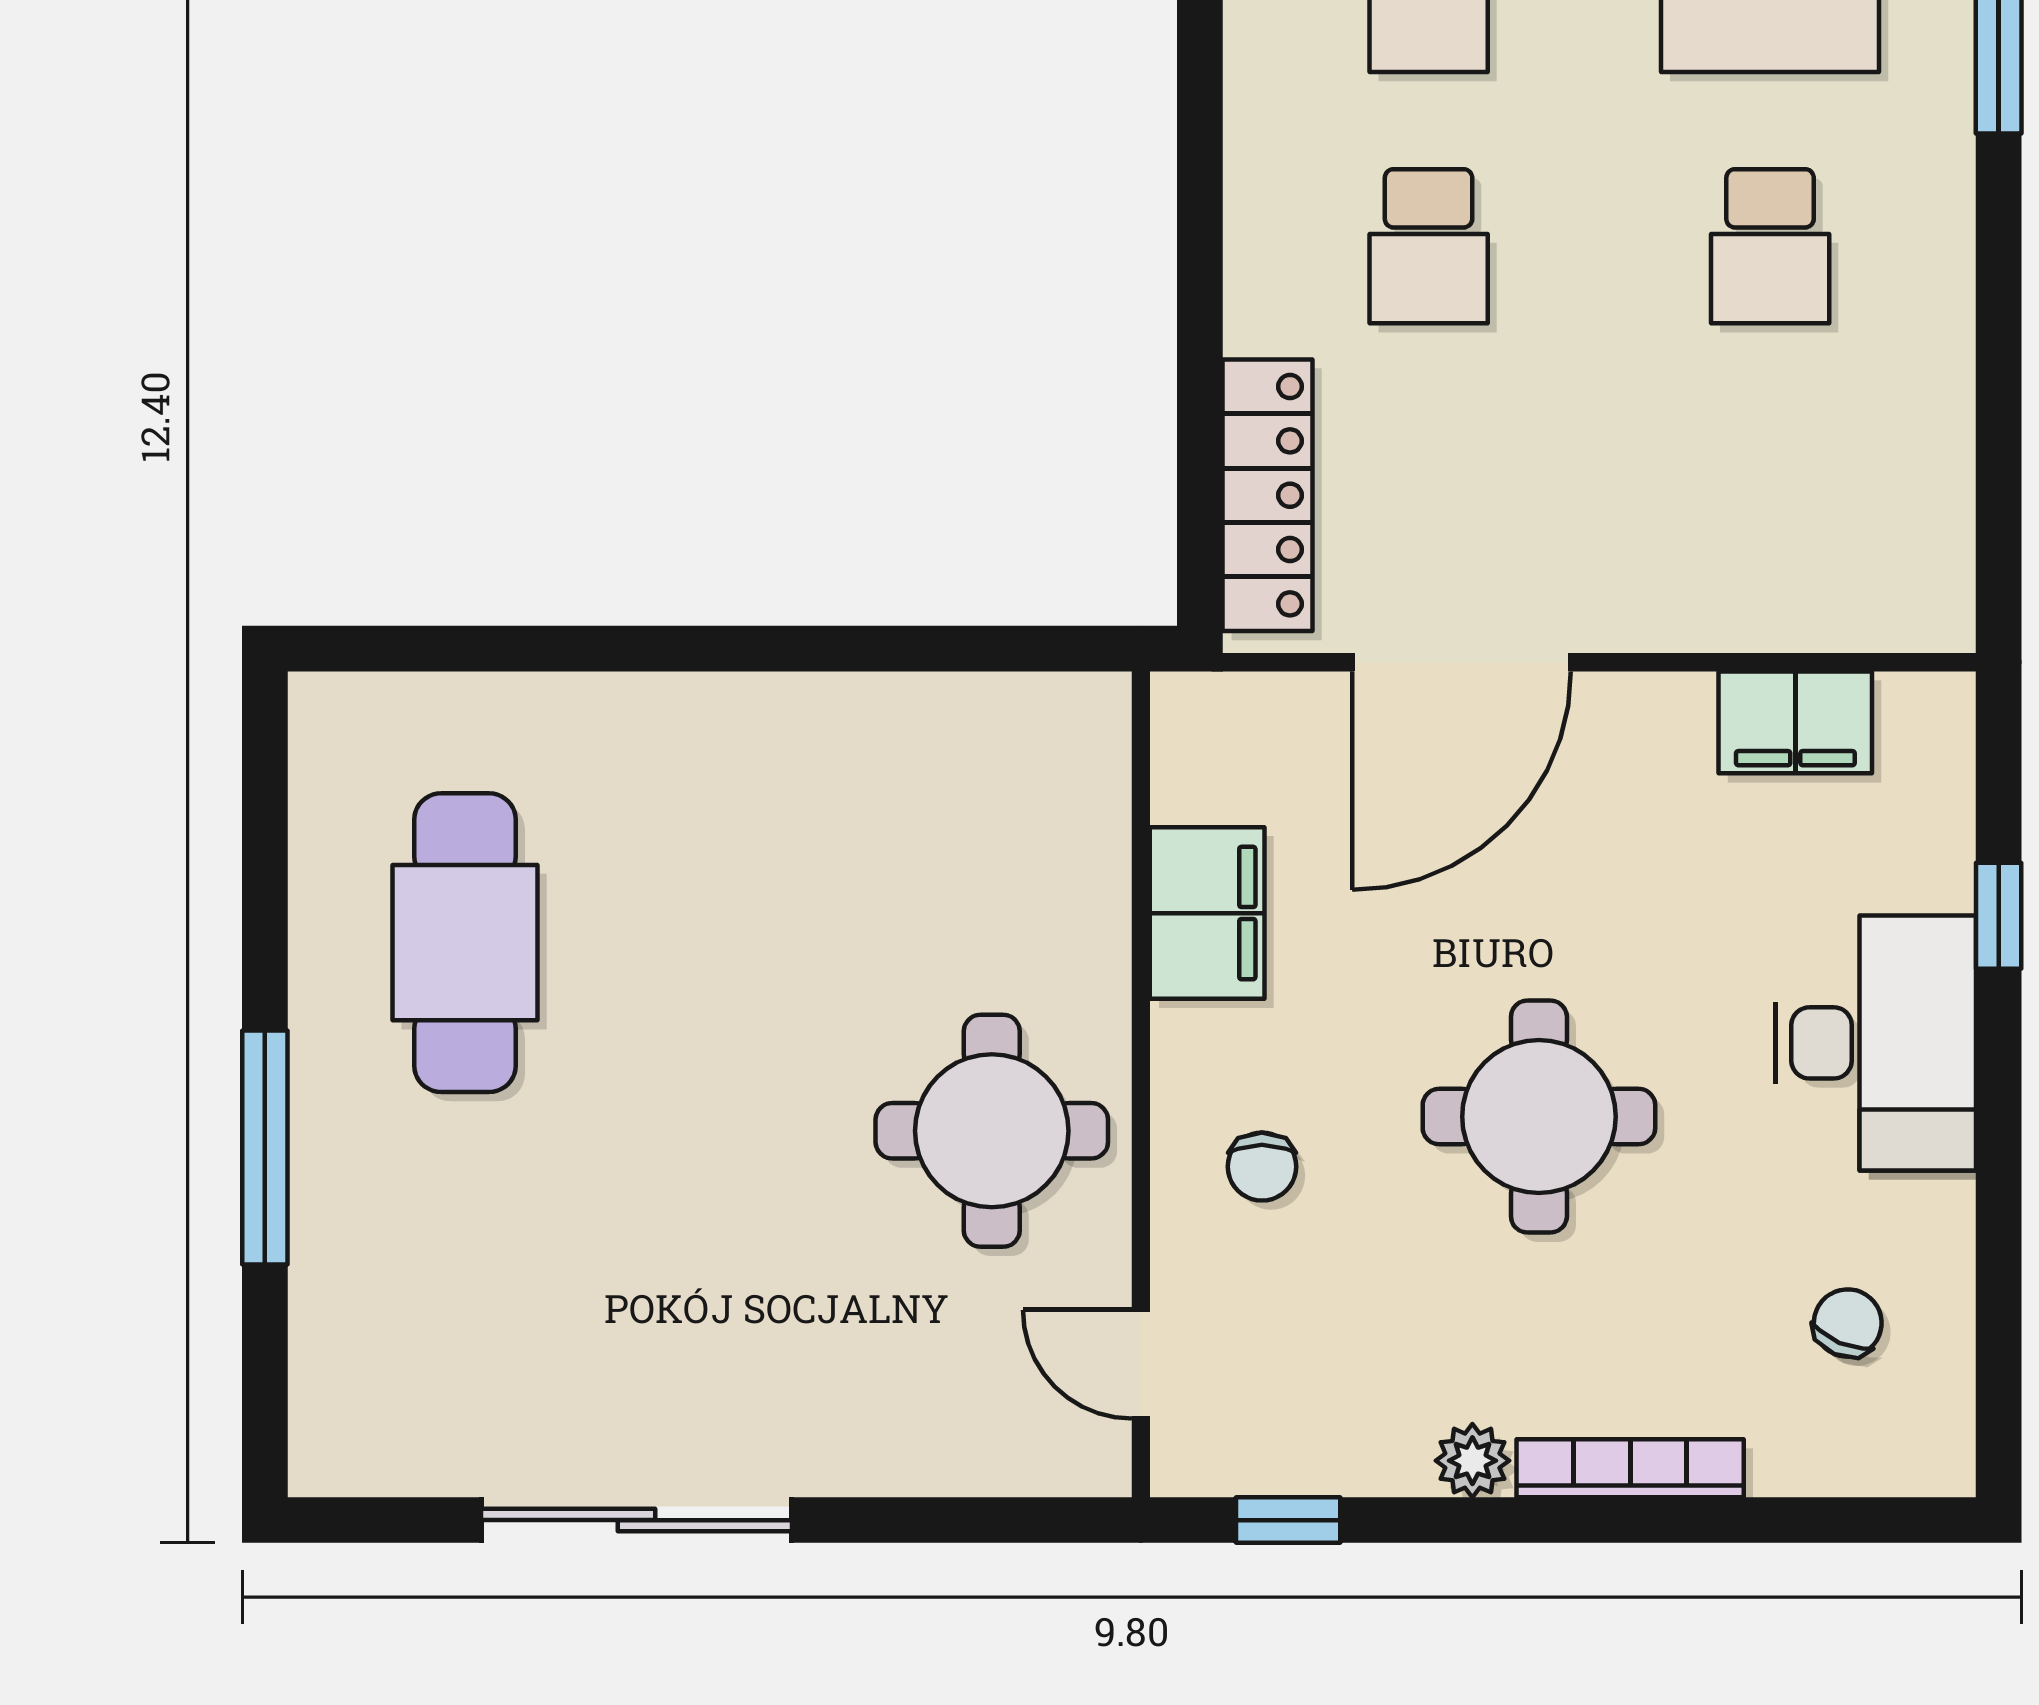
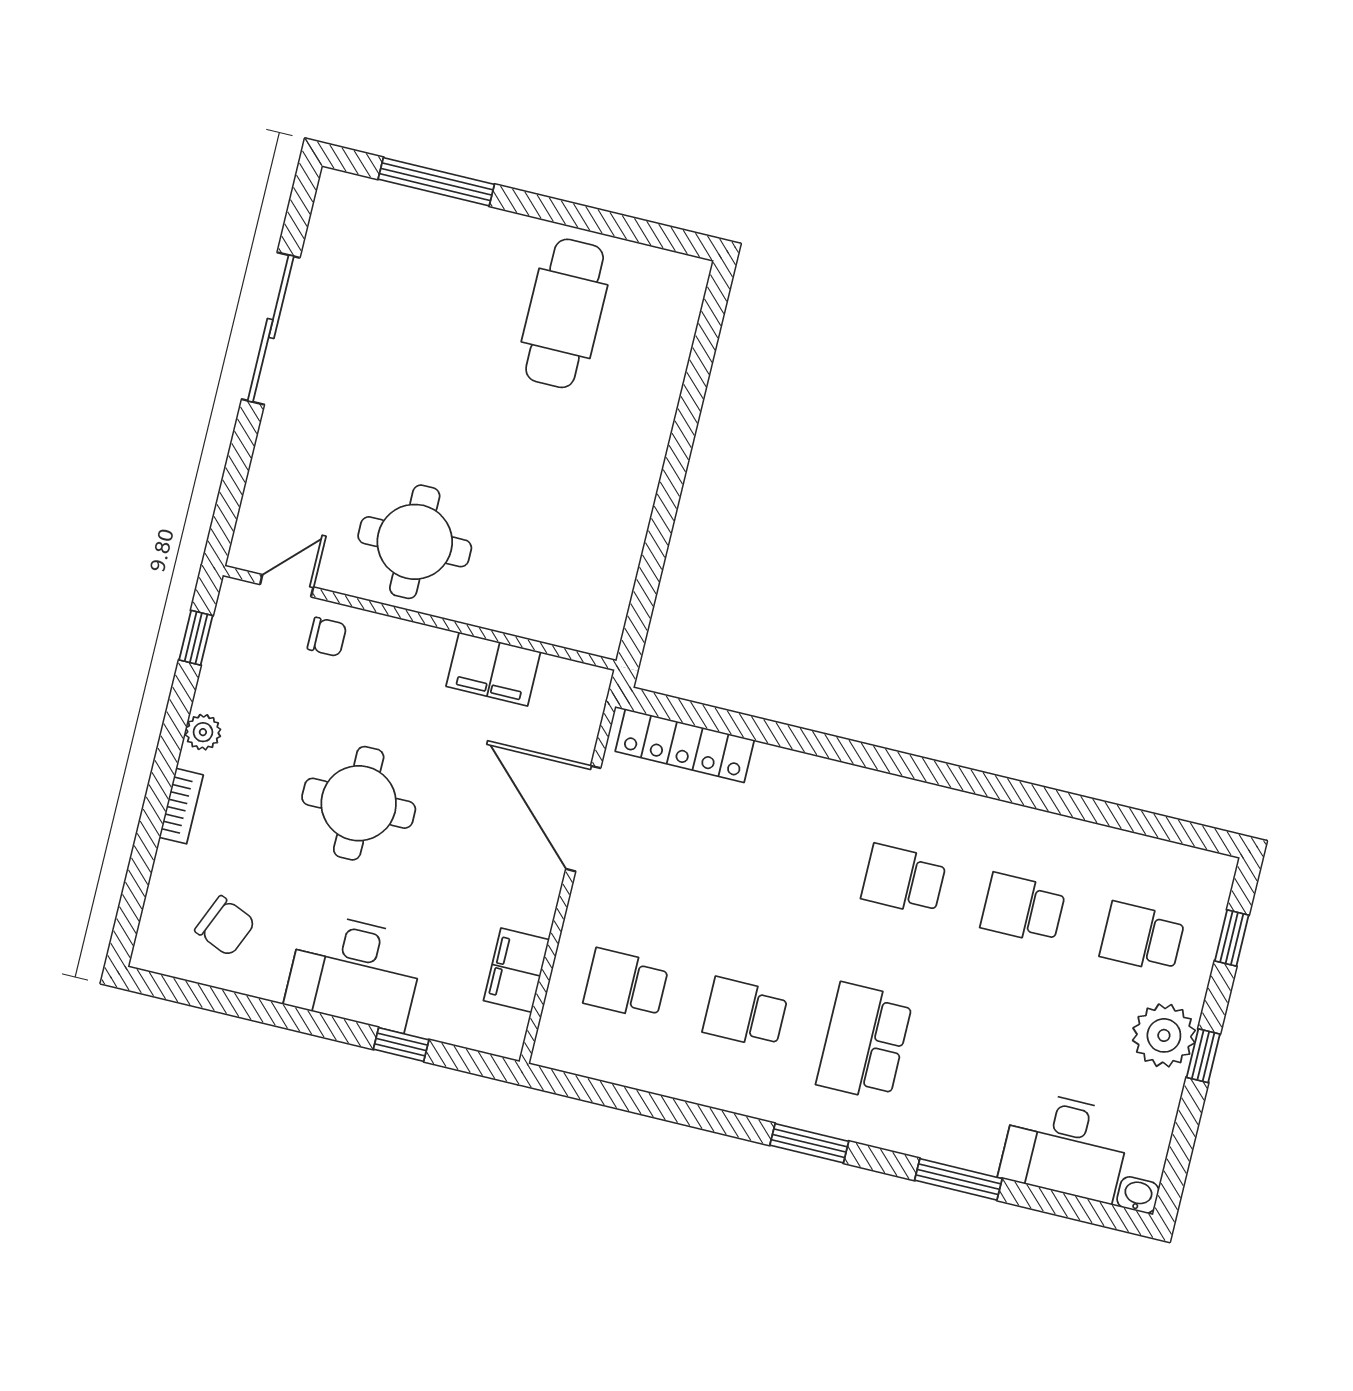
school desk: (1429, 246) -> (626, 984), moved
cafe table: (465, 943) -> (565, 313), turned 90
window: (265, 1148) -> (436, 182), moved
chair: (1262, 1167) -> (327, 637), moved, turned 180
chair: (1848, 1323) -> (225, 926), width x1.37, depth x1.37
bookcase: (1630, 1468) -> (181, 806), width x0.64

